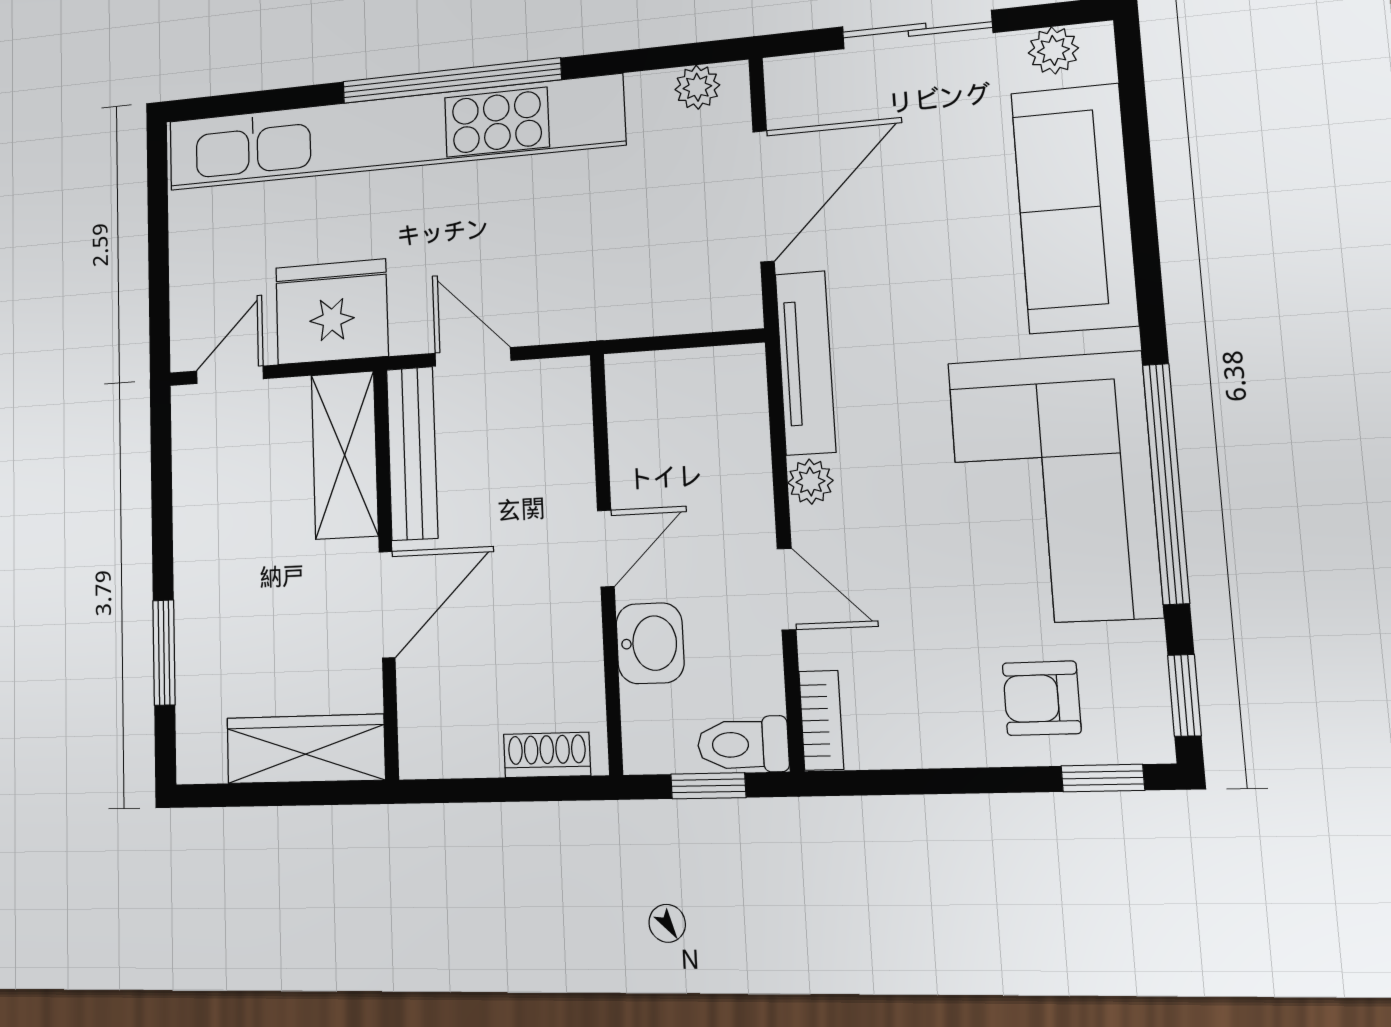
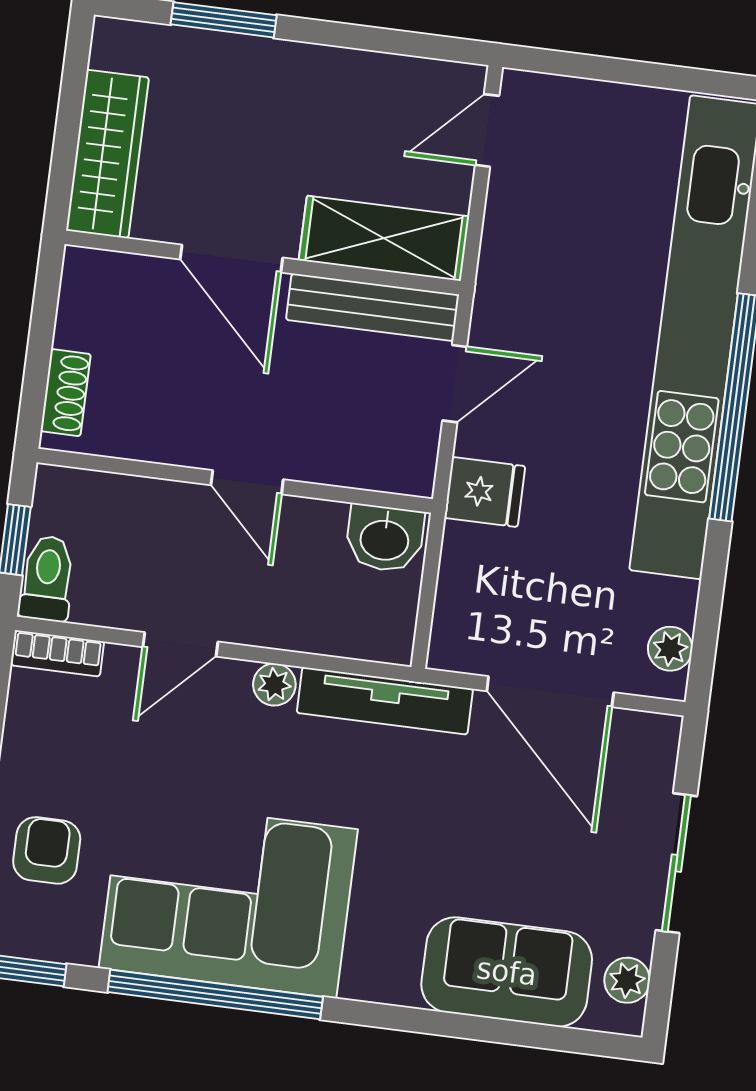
sofa: (1074, 208) -> (507, 972), width x0.73
fridge: (332, 312) -> (485, 492), moved, width x0.53, depth x0.75
door: (230, 375) -> (487, 130), swing flipped
washbasin: (650, 643) -> (385, 538), moved

